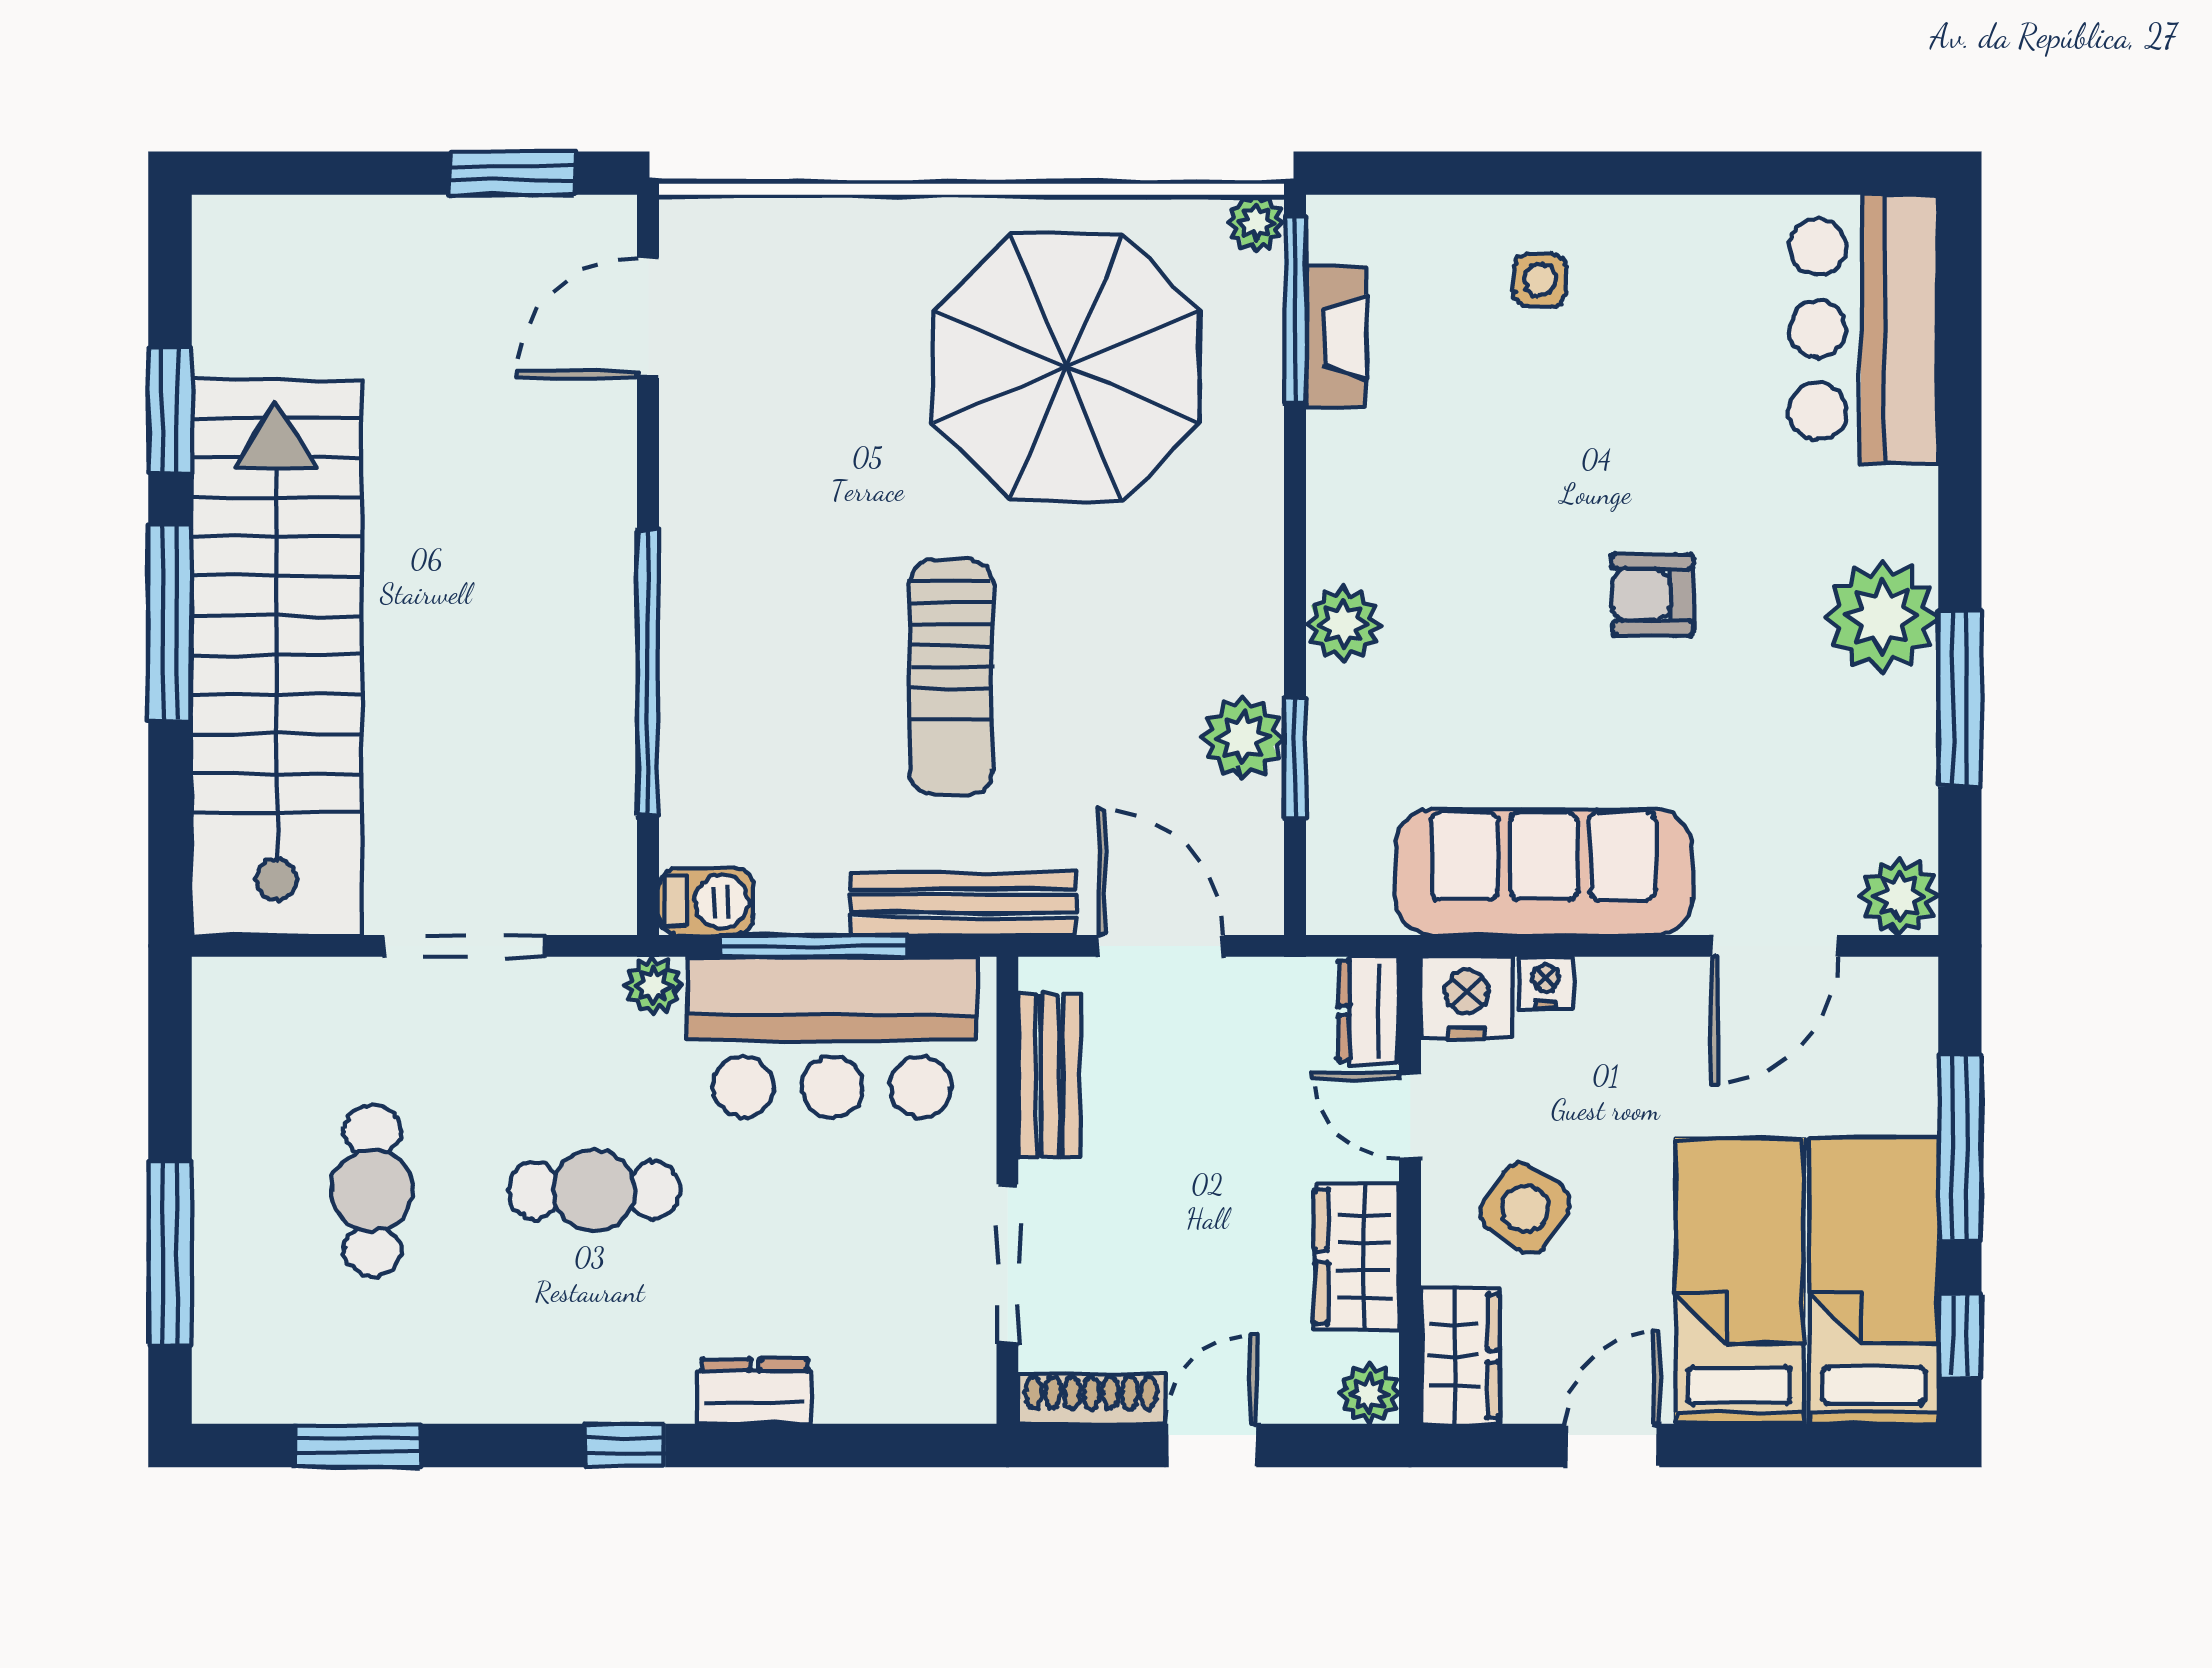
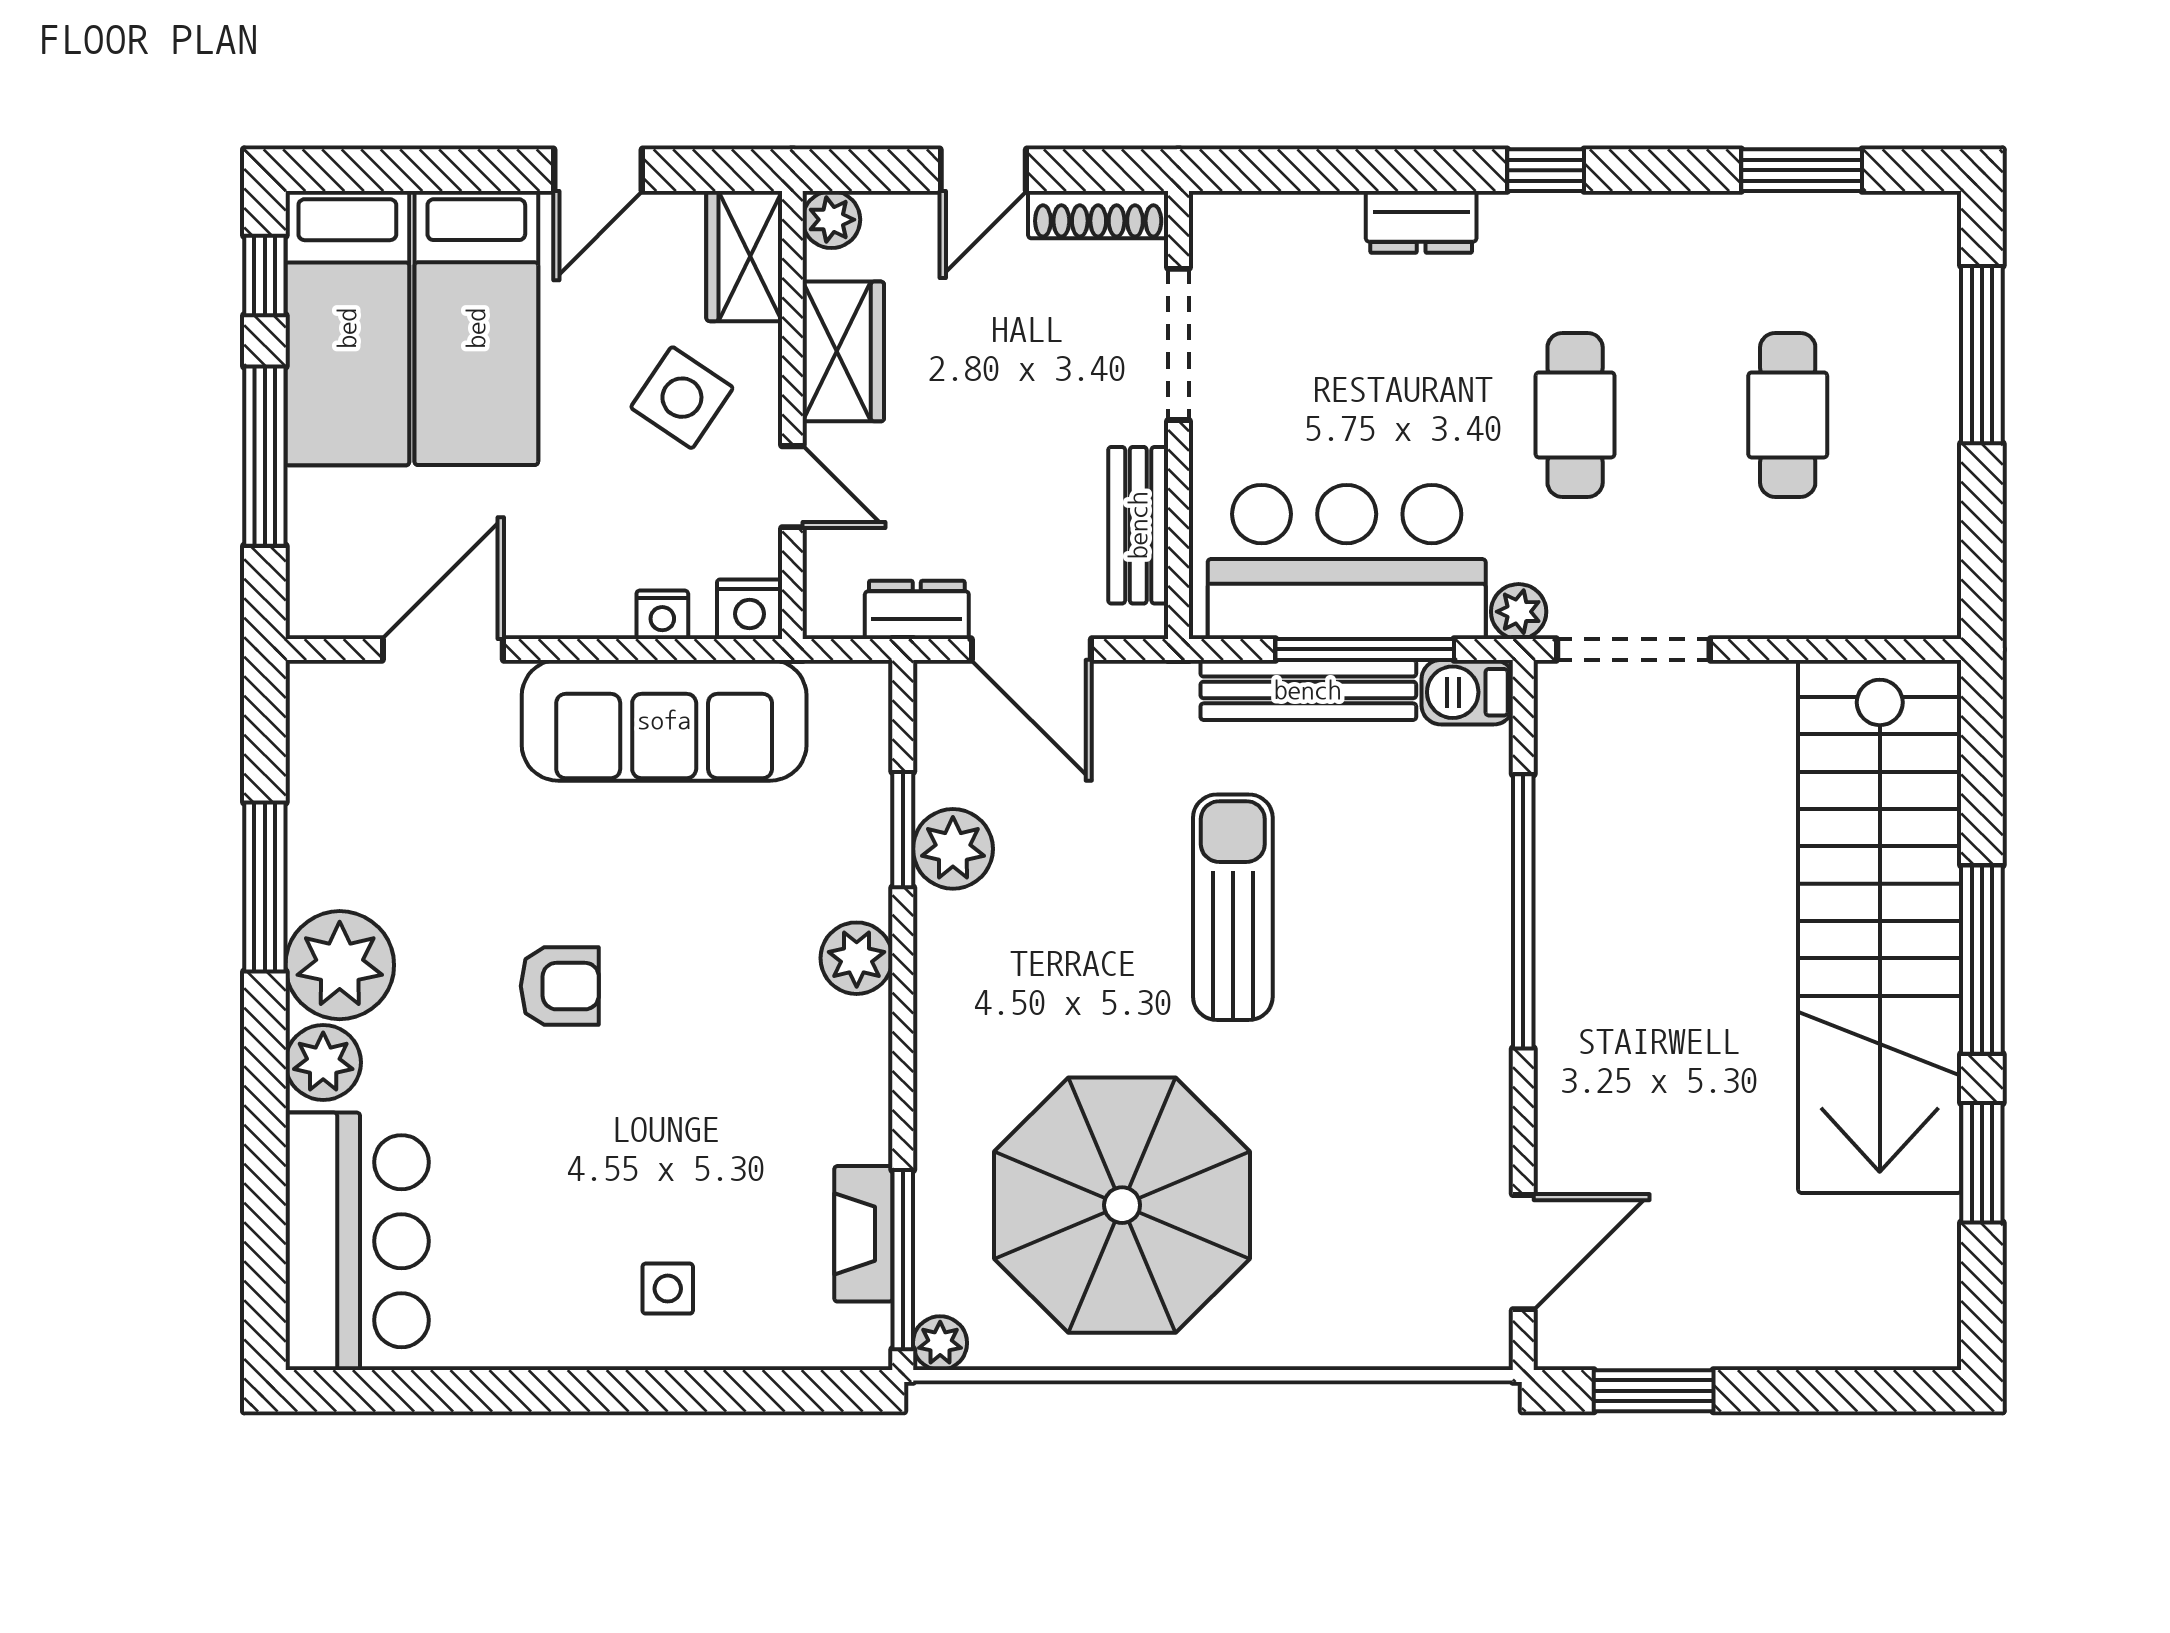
plant: (1899, 896) -> (323, 1062), moved
bench: (963, 904) -> (1308, 690), moved
doorway: (465, 946) -> (1633, 649), moved
nightstand: (1467, 998) -> (750, 609), width x0.74, depth x0.75
dresser: (1369, 1011) -> (917, 610), moved, turned -90
cafe table: (594, 1190) -> (1575, 415), turned 90

